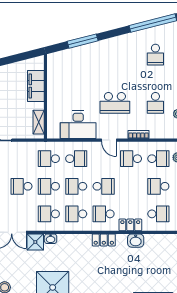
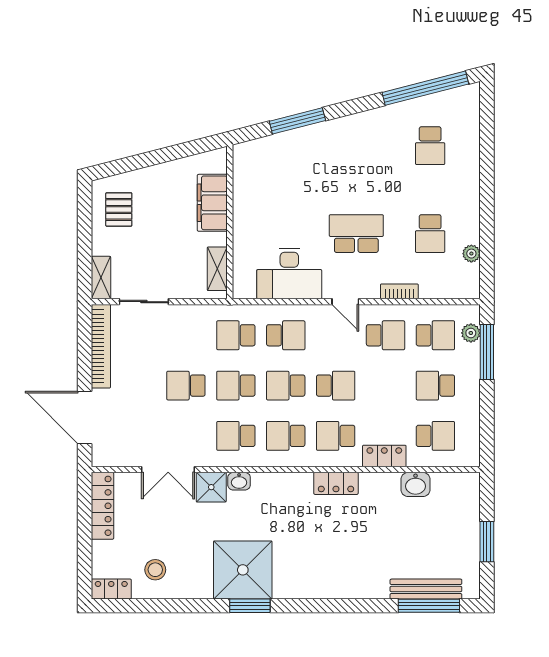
school desk: (115, 103) -> (356, 234), turned 180
school desk: (131, 159) -> (386, 335), turned 180
washbasin: (136, 241) -> (416, 484), moved

